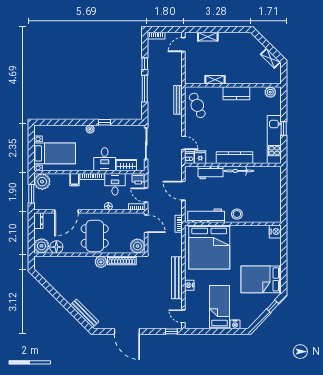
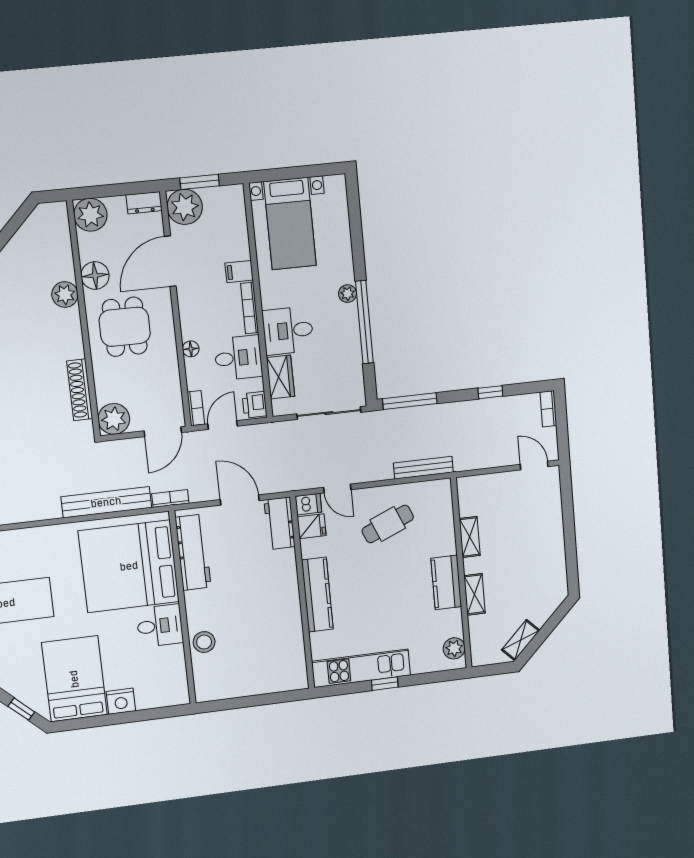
shelving: (208, 37) -> (475, 594), moved
window: (145, 89) -> (410, 401), moved
cafe table: (197, 105) -> (388, 524), moved
window: (104, 122) -> (364, 322), width x3.17
door: (183, 143) -> (337, 489), hinge flipped
bicycle: (239, 171) -> (291, 607), removed
workbench: (211, 173) -> (280, 523), moved
plant: (42, 182) -> (185, 207), moved
door: (183, 191) -> (240, 500), hinge flipped
door: (66, 211) -> (170, 261), hinge flipped
stool: (237, 214) -> (204, 642), moved
nightstand: (275, 232) -> (121, 701), moved
dining table: (95, 236) -> (125, 327), width x0.73
desk: (240, 236) -> (160, 626), added
floor lamp: (56, 247) -> (95, 276), moved
plant: (101, 262) -> (65, 294), moved
bench: (177, 278) -> (106, 502), moved
nightstand: (189, 285) -> (44, 535), removed

